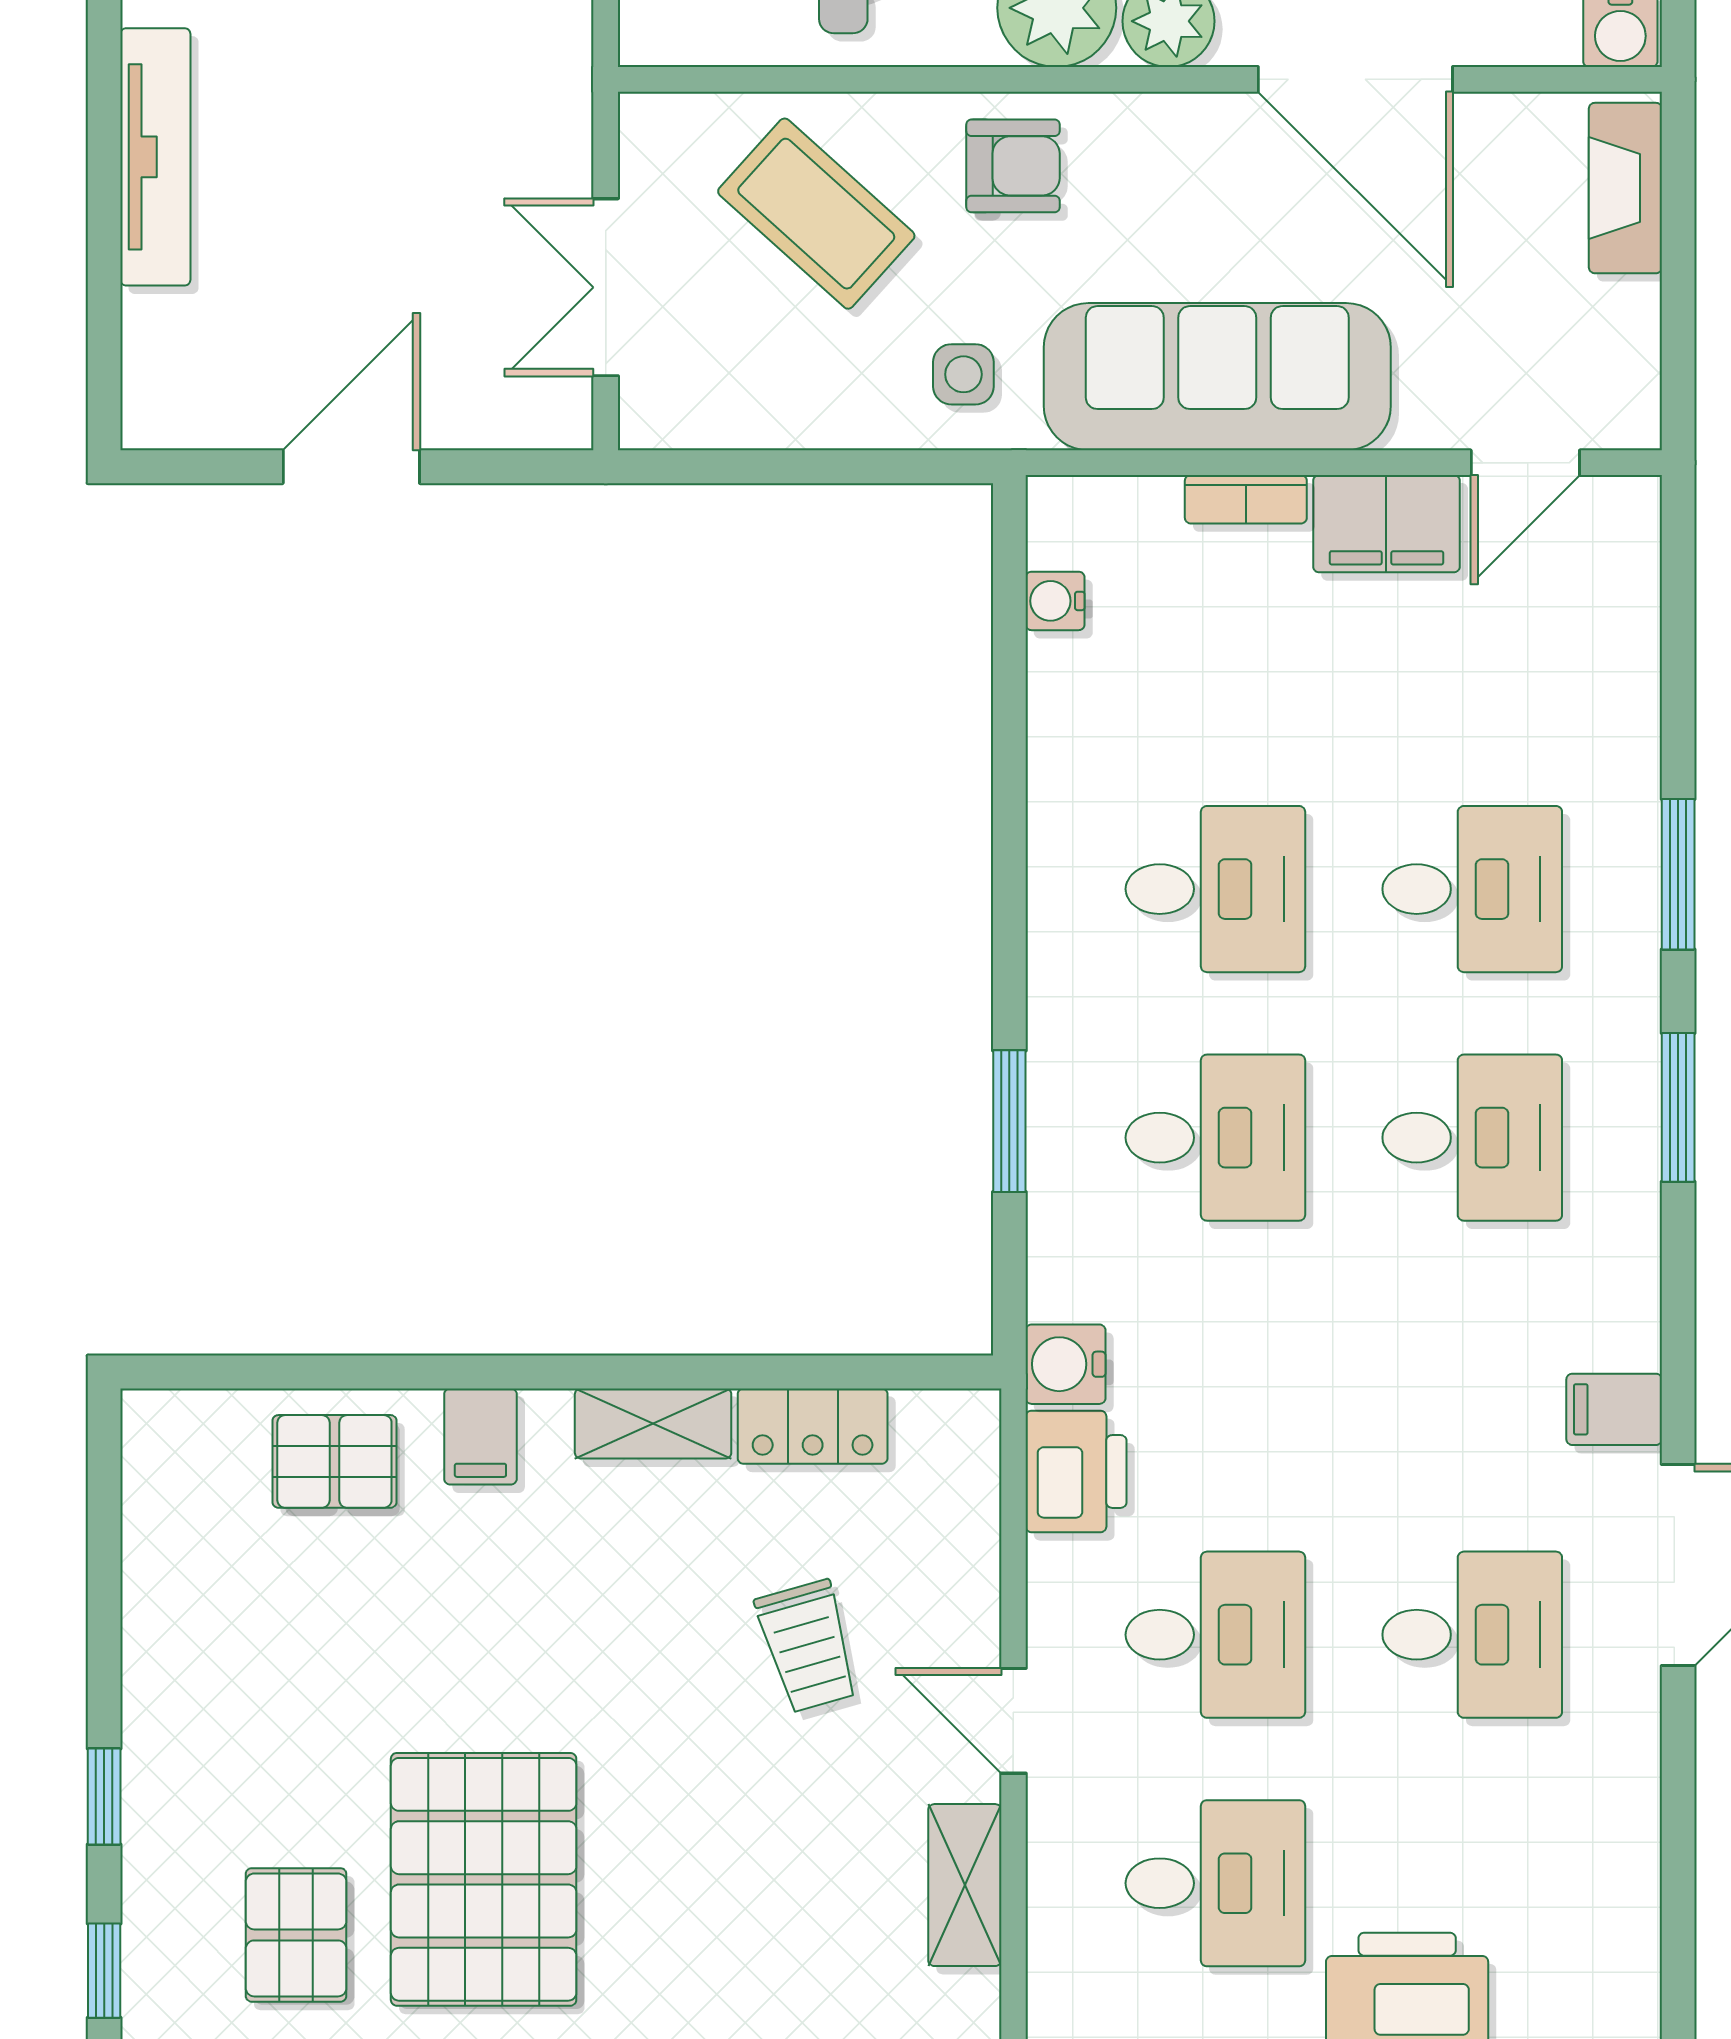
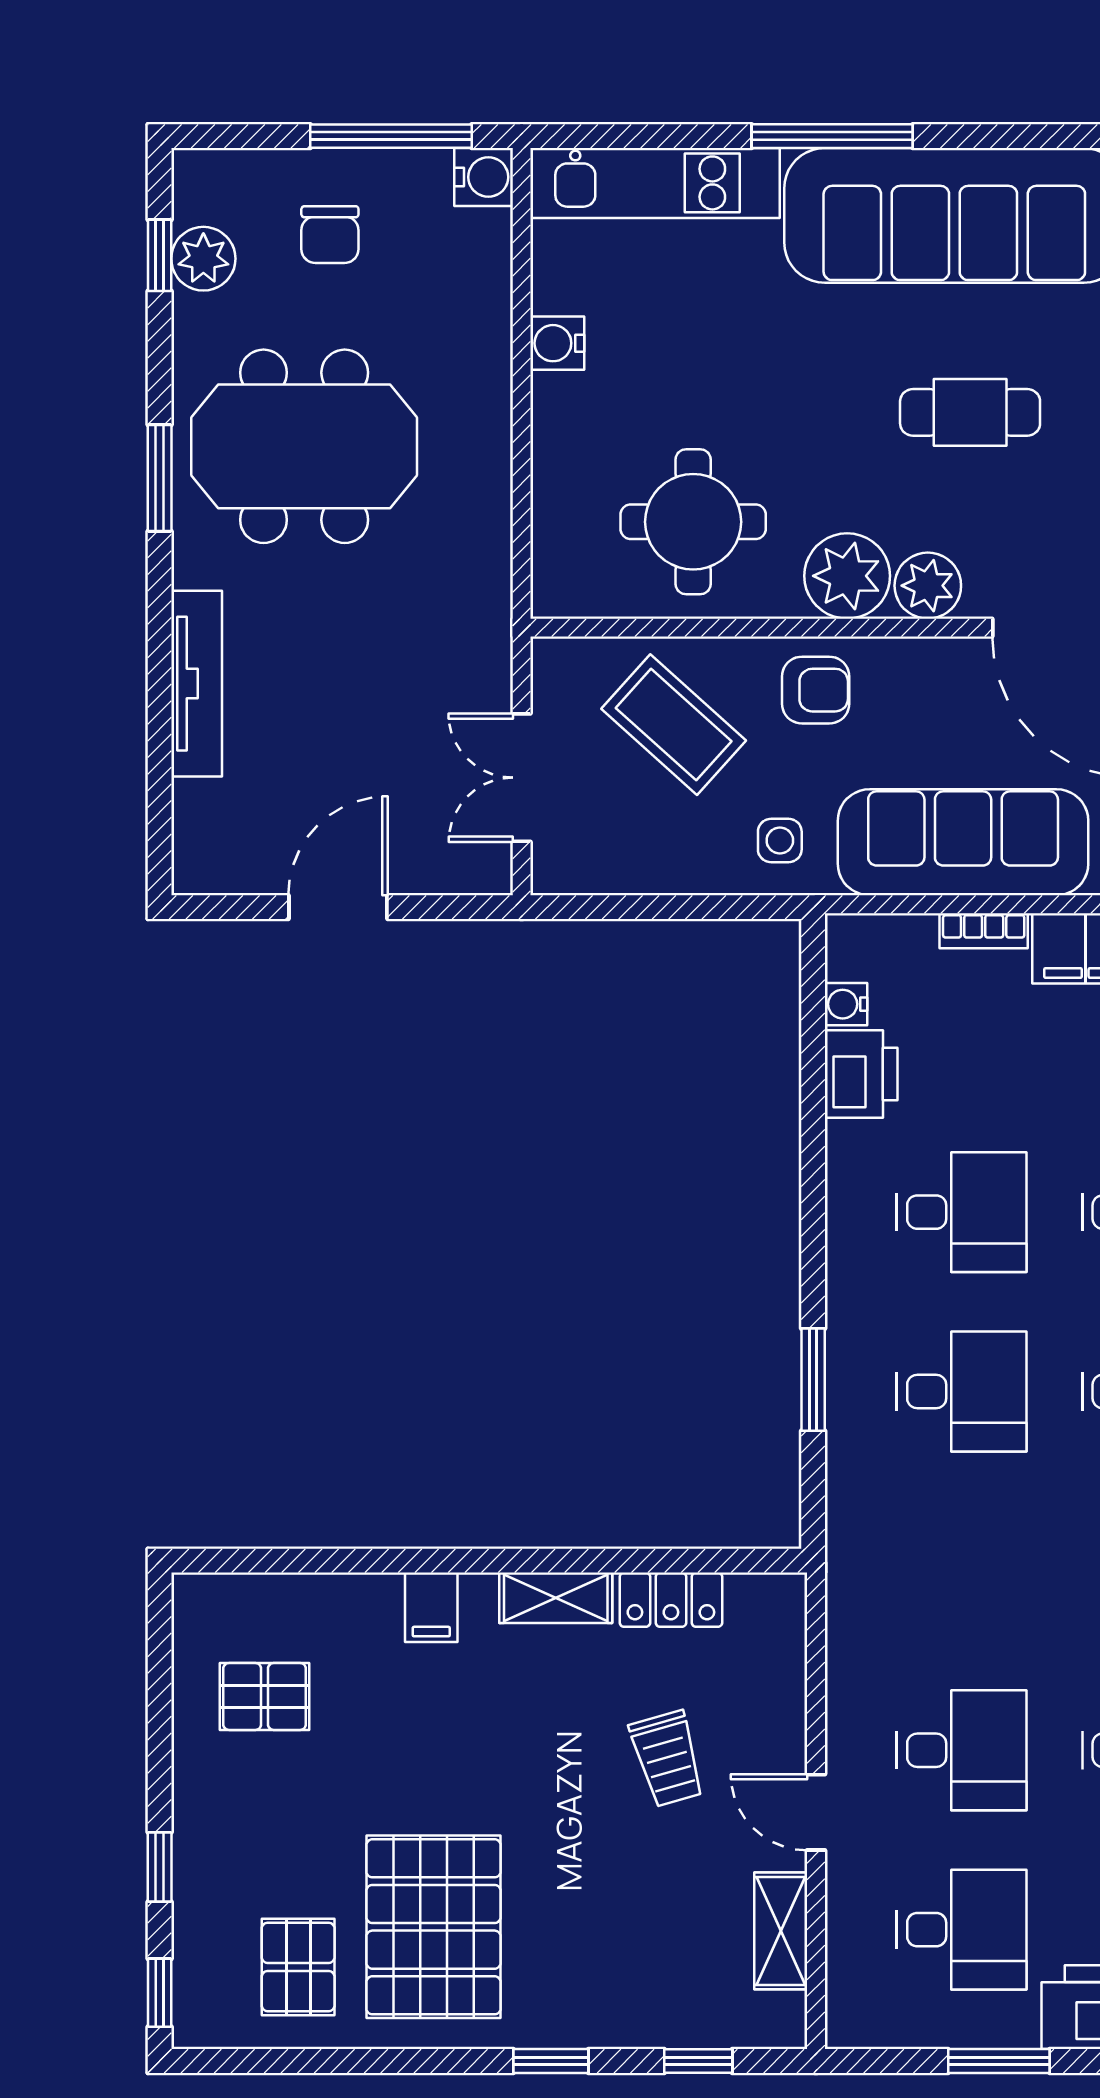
water cooler: (1066, 1364) -> (854, 1555), removed
pallet: (334, 1461) -> (265, 1696), moved
printer: (1076, 1471) -> (861, 1074), moved

